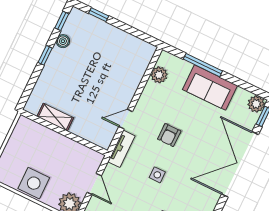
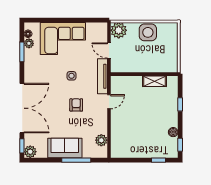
window: (45, 55) -> (180, 104), moved
tv unit: (121, 149) -> (102, 76), width x1.41

